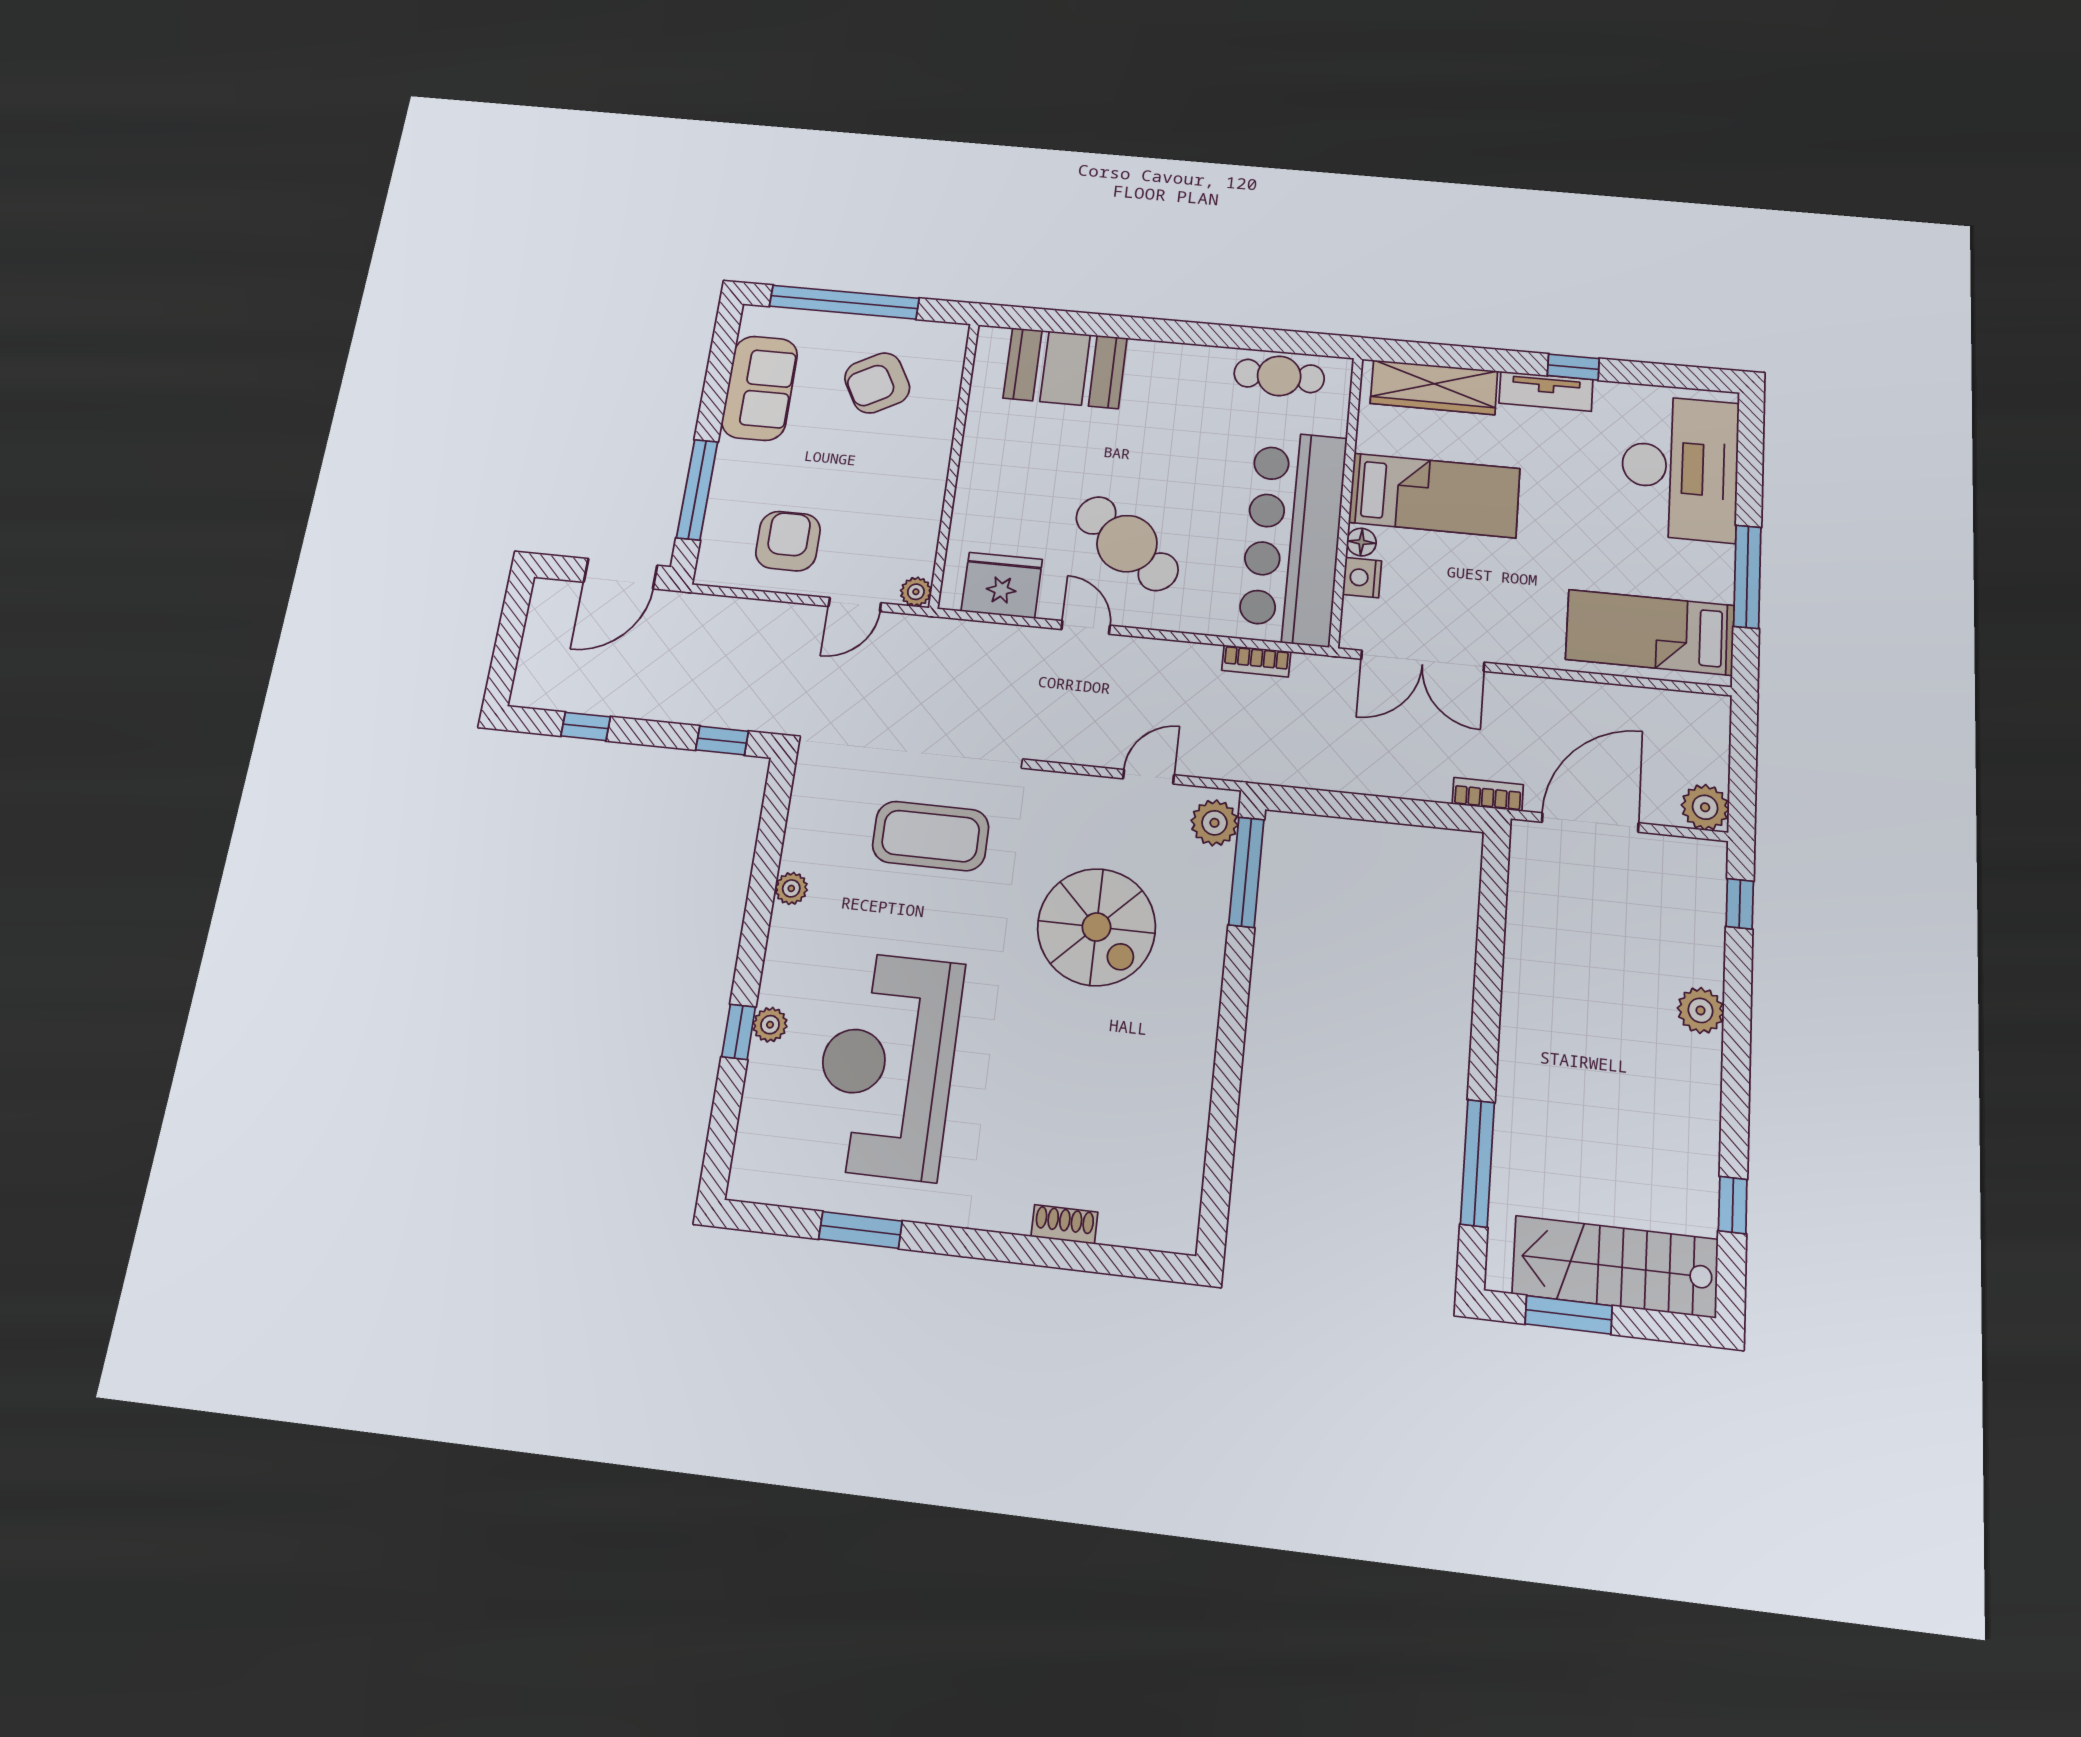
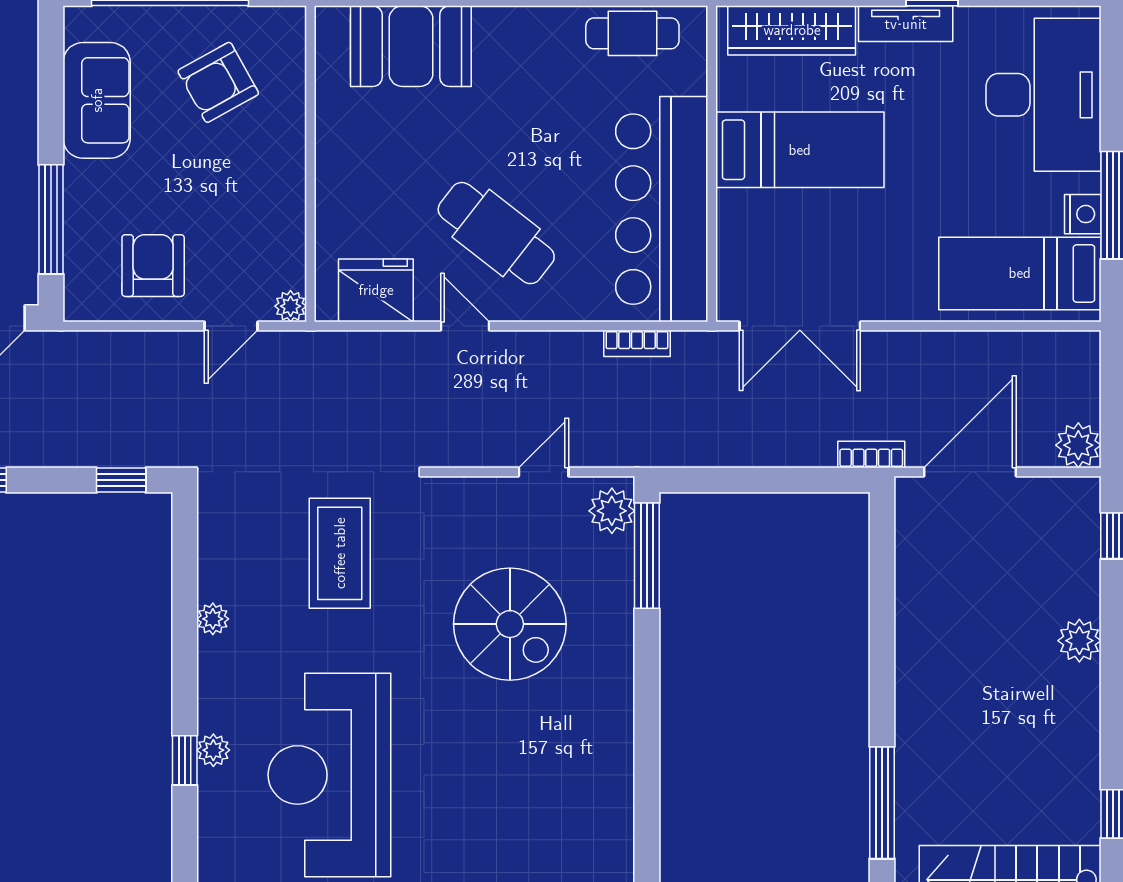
floor lamp: (1361, 542) -> (731, 208), removed
nightstand: (1362, 578) -> (1083, 214), moved, turned 180
coffee table: (931, 836) -> (340, 553), turned 90

